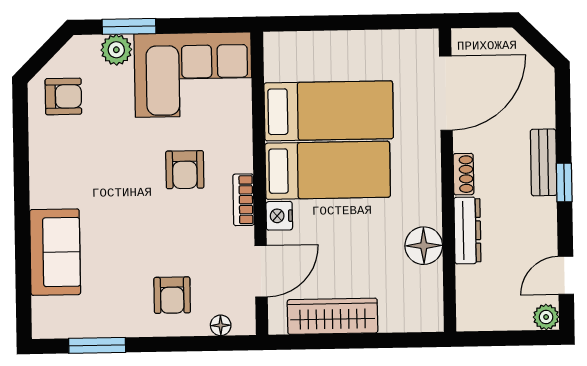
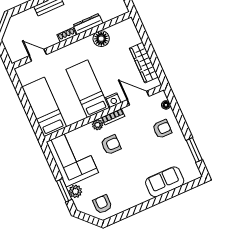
door: (446, 93) -> (38, 55), width x0.53
bed: (329, 111) -> (44, 107), moved
plant: (240, 159) -> (98, 125), added

